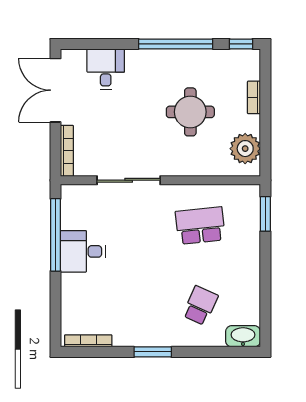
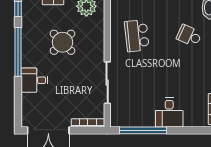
desk: (106, 69) -> (34, 80), moved
round table: (190, 112) -> (62, 42), turned 45
desk: (83, 251) -> (169, 113), moved

